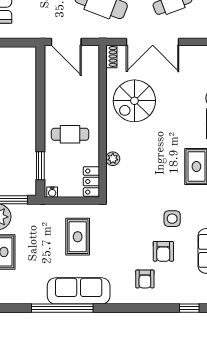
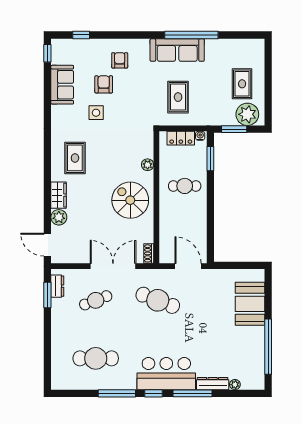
spiral stairs: (134, 101) -> (130, 200), moved, turned -90
locker: (91, 182) -> (181, 138), moved, turned 90

